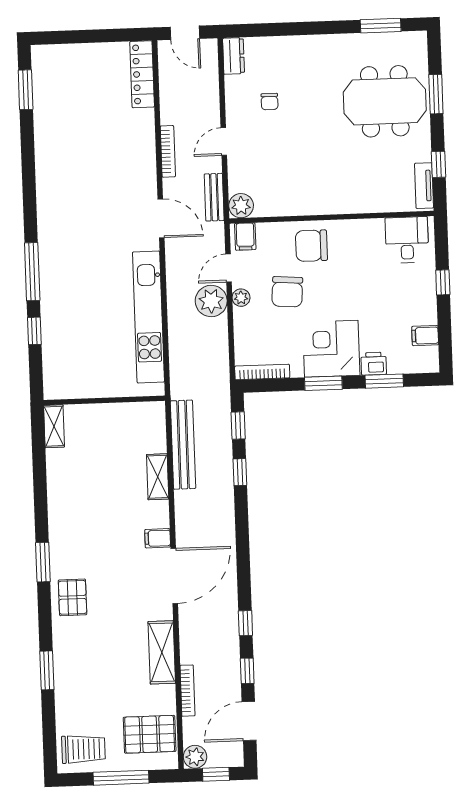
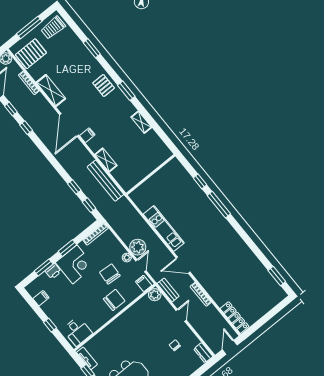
door: (185, 33) -> (230, 347), hinge flipped
kitchen unit: (148, 317) -> (164, 228), width x0.73
shelving: (54, 426) -> (141, 122), moved

